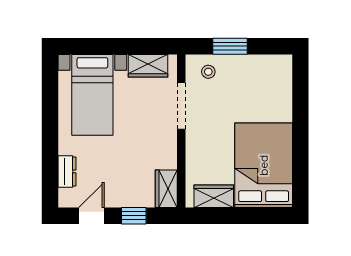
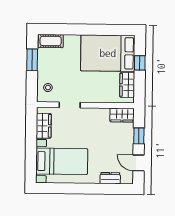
window: (230, 46) -> (32, 60), moved
cot: (282, 75) -> (51, 41), added
doorway: (181, 106) -> (70, 105), width x0.73
window: (249, 216) -> (140, 63), added

